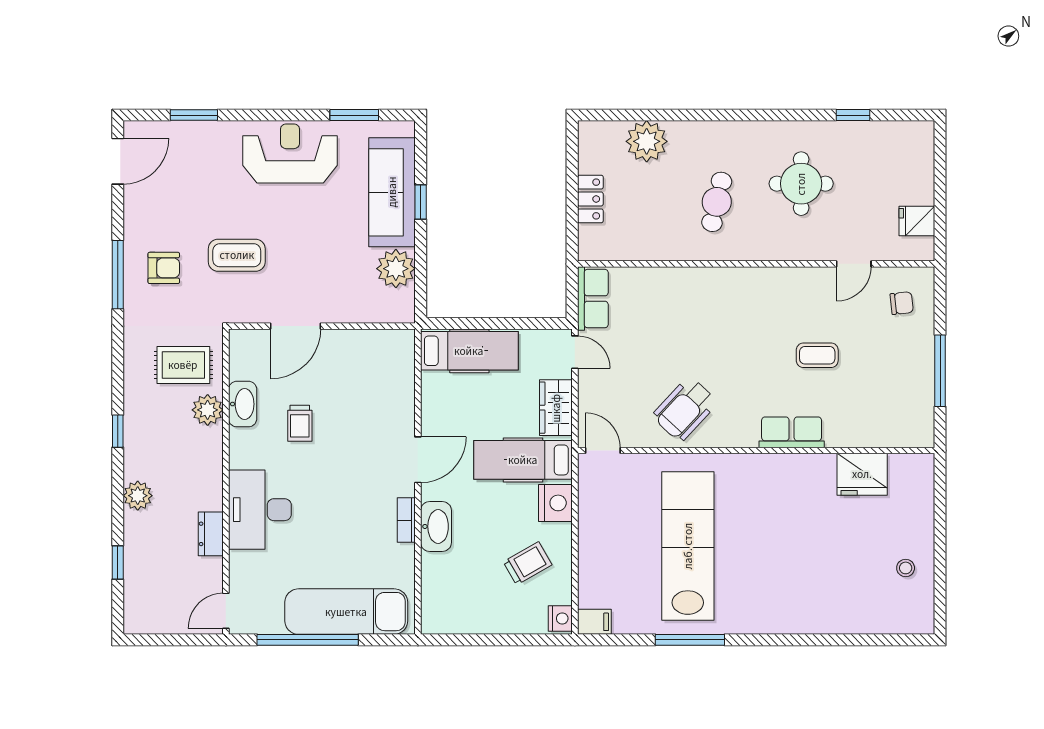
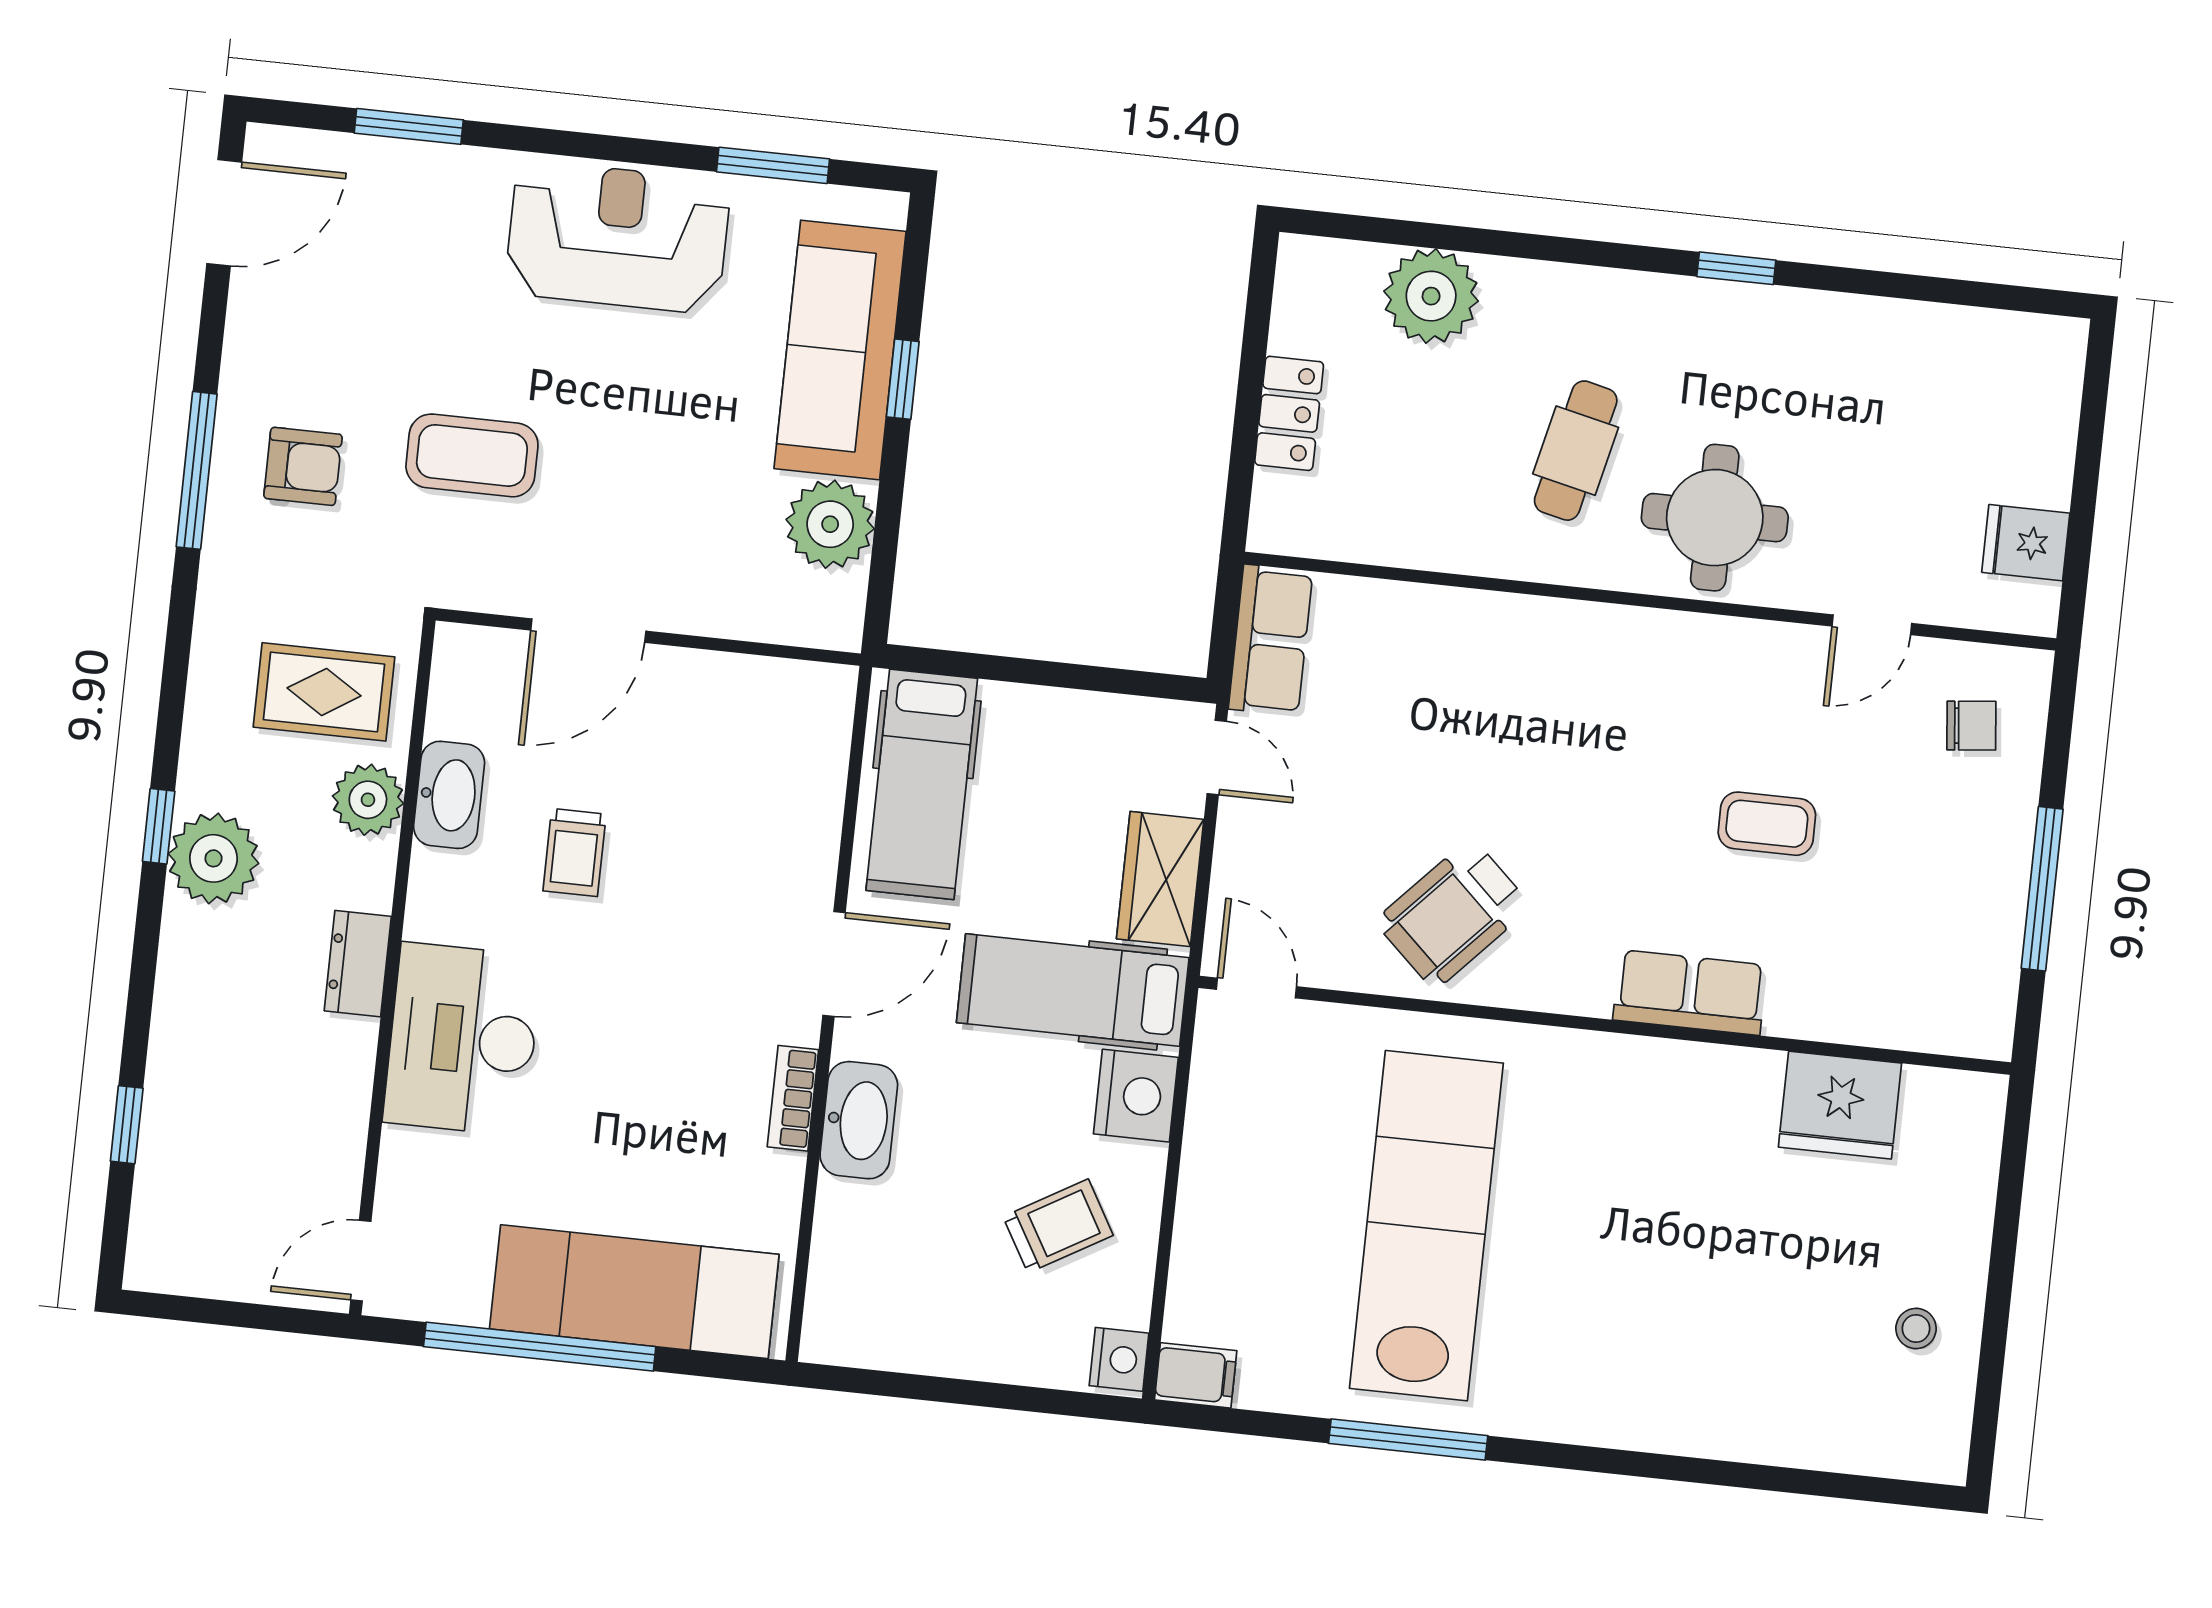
window: (853, 115) -> (1736, 268), moved
round table: (801, 184) -> (1715, 518), moved
hospital bed: (469, 351) -> (922, 784), moved, turned 90
plant: (138, 496) -> (213, 858), moved, width x1.36, depth x1.36
dresser: (211, 534) -> (358, 964), moved

